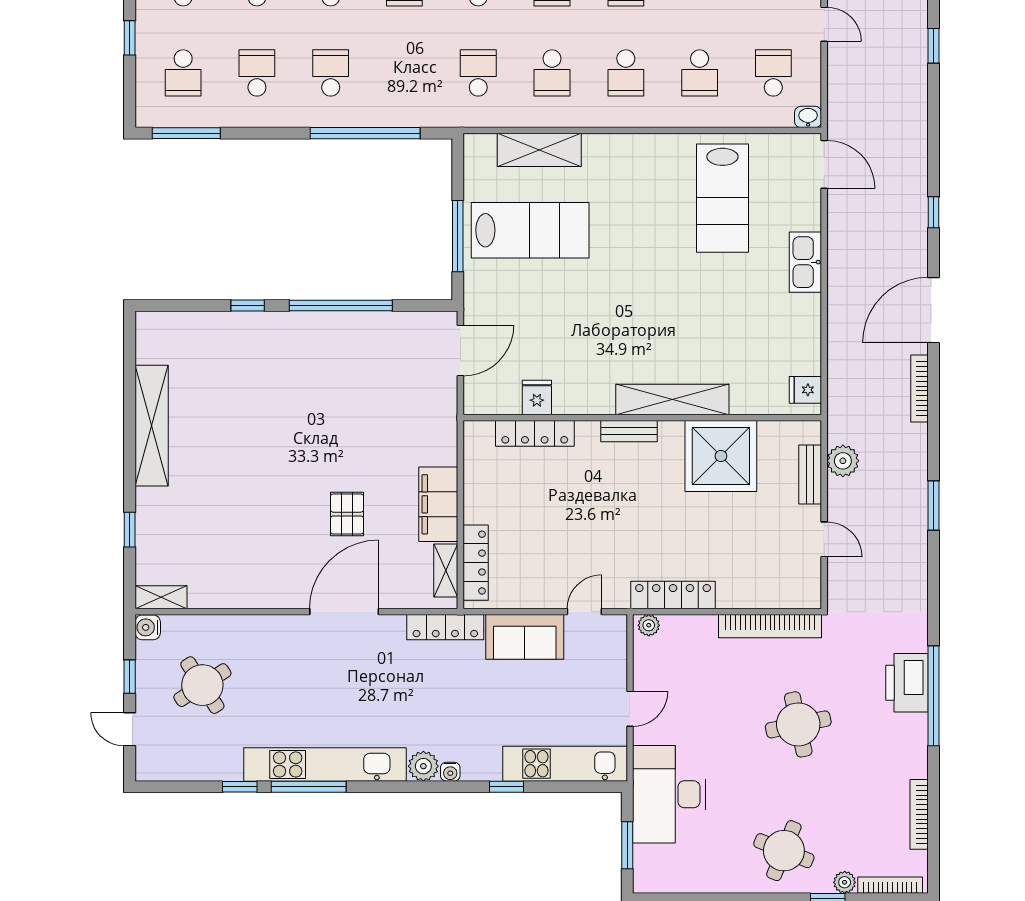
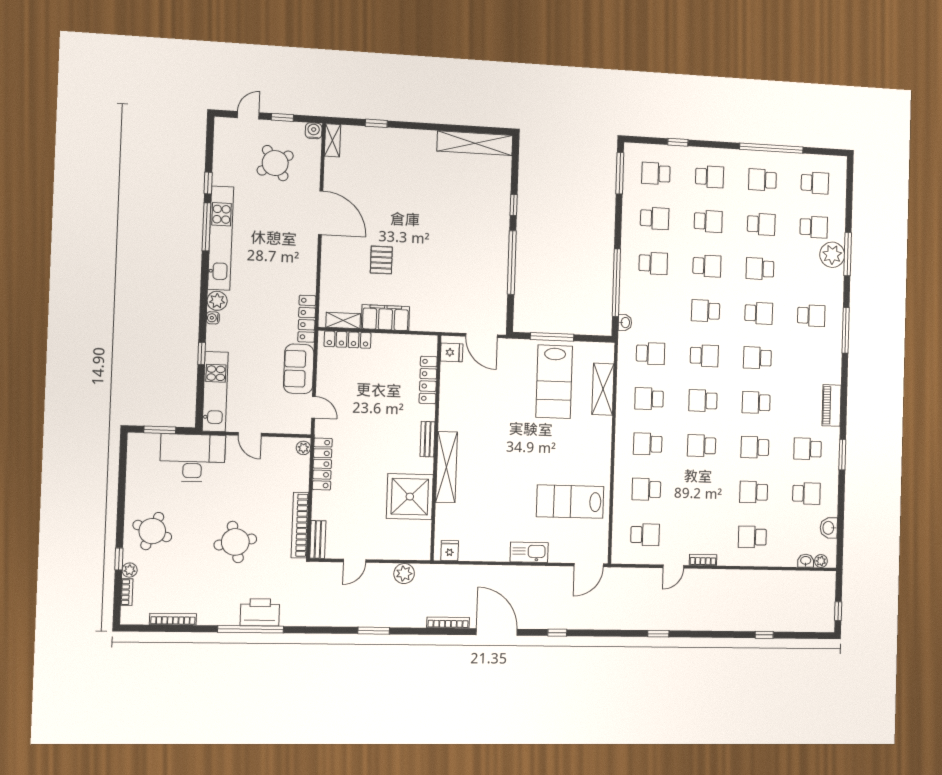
washbasin: (808, 117) -> (625, 322), moved
fridge: (537, 397) -> (452, 352), moved
shelving: (152, 426) -> (475, 143), moved
bench: (810, 474) -> (318, 539), moved, turned 90
pallet: (347, 514) -> (381, 260), turned 90
door: (344, 612) -> (321, 213), moved
bookcase: (890, 885) -> (127, 592), width x0.64

